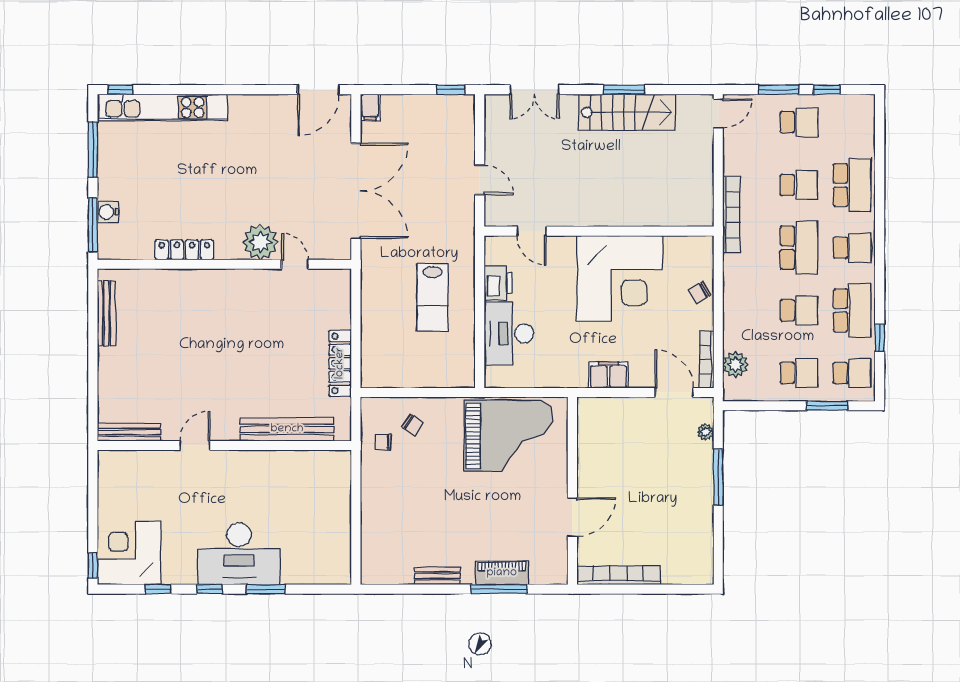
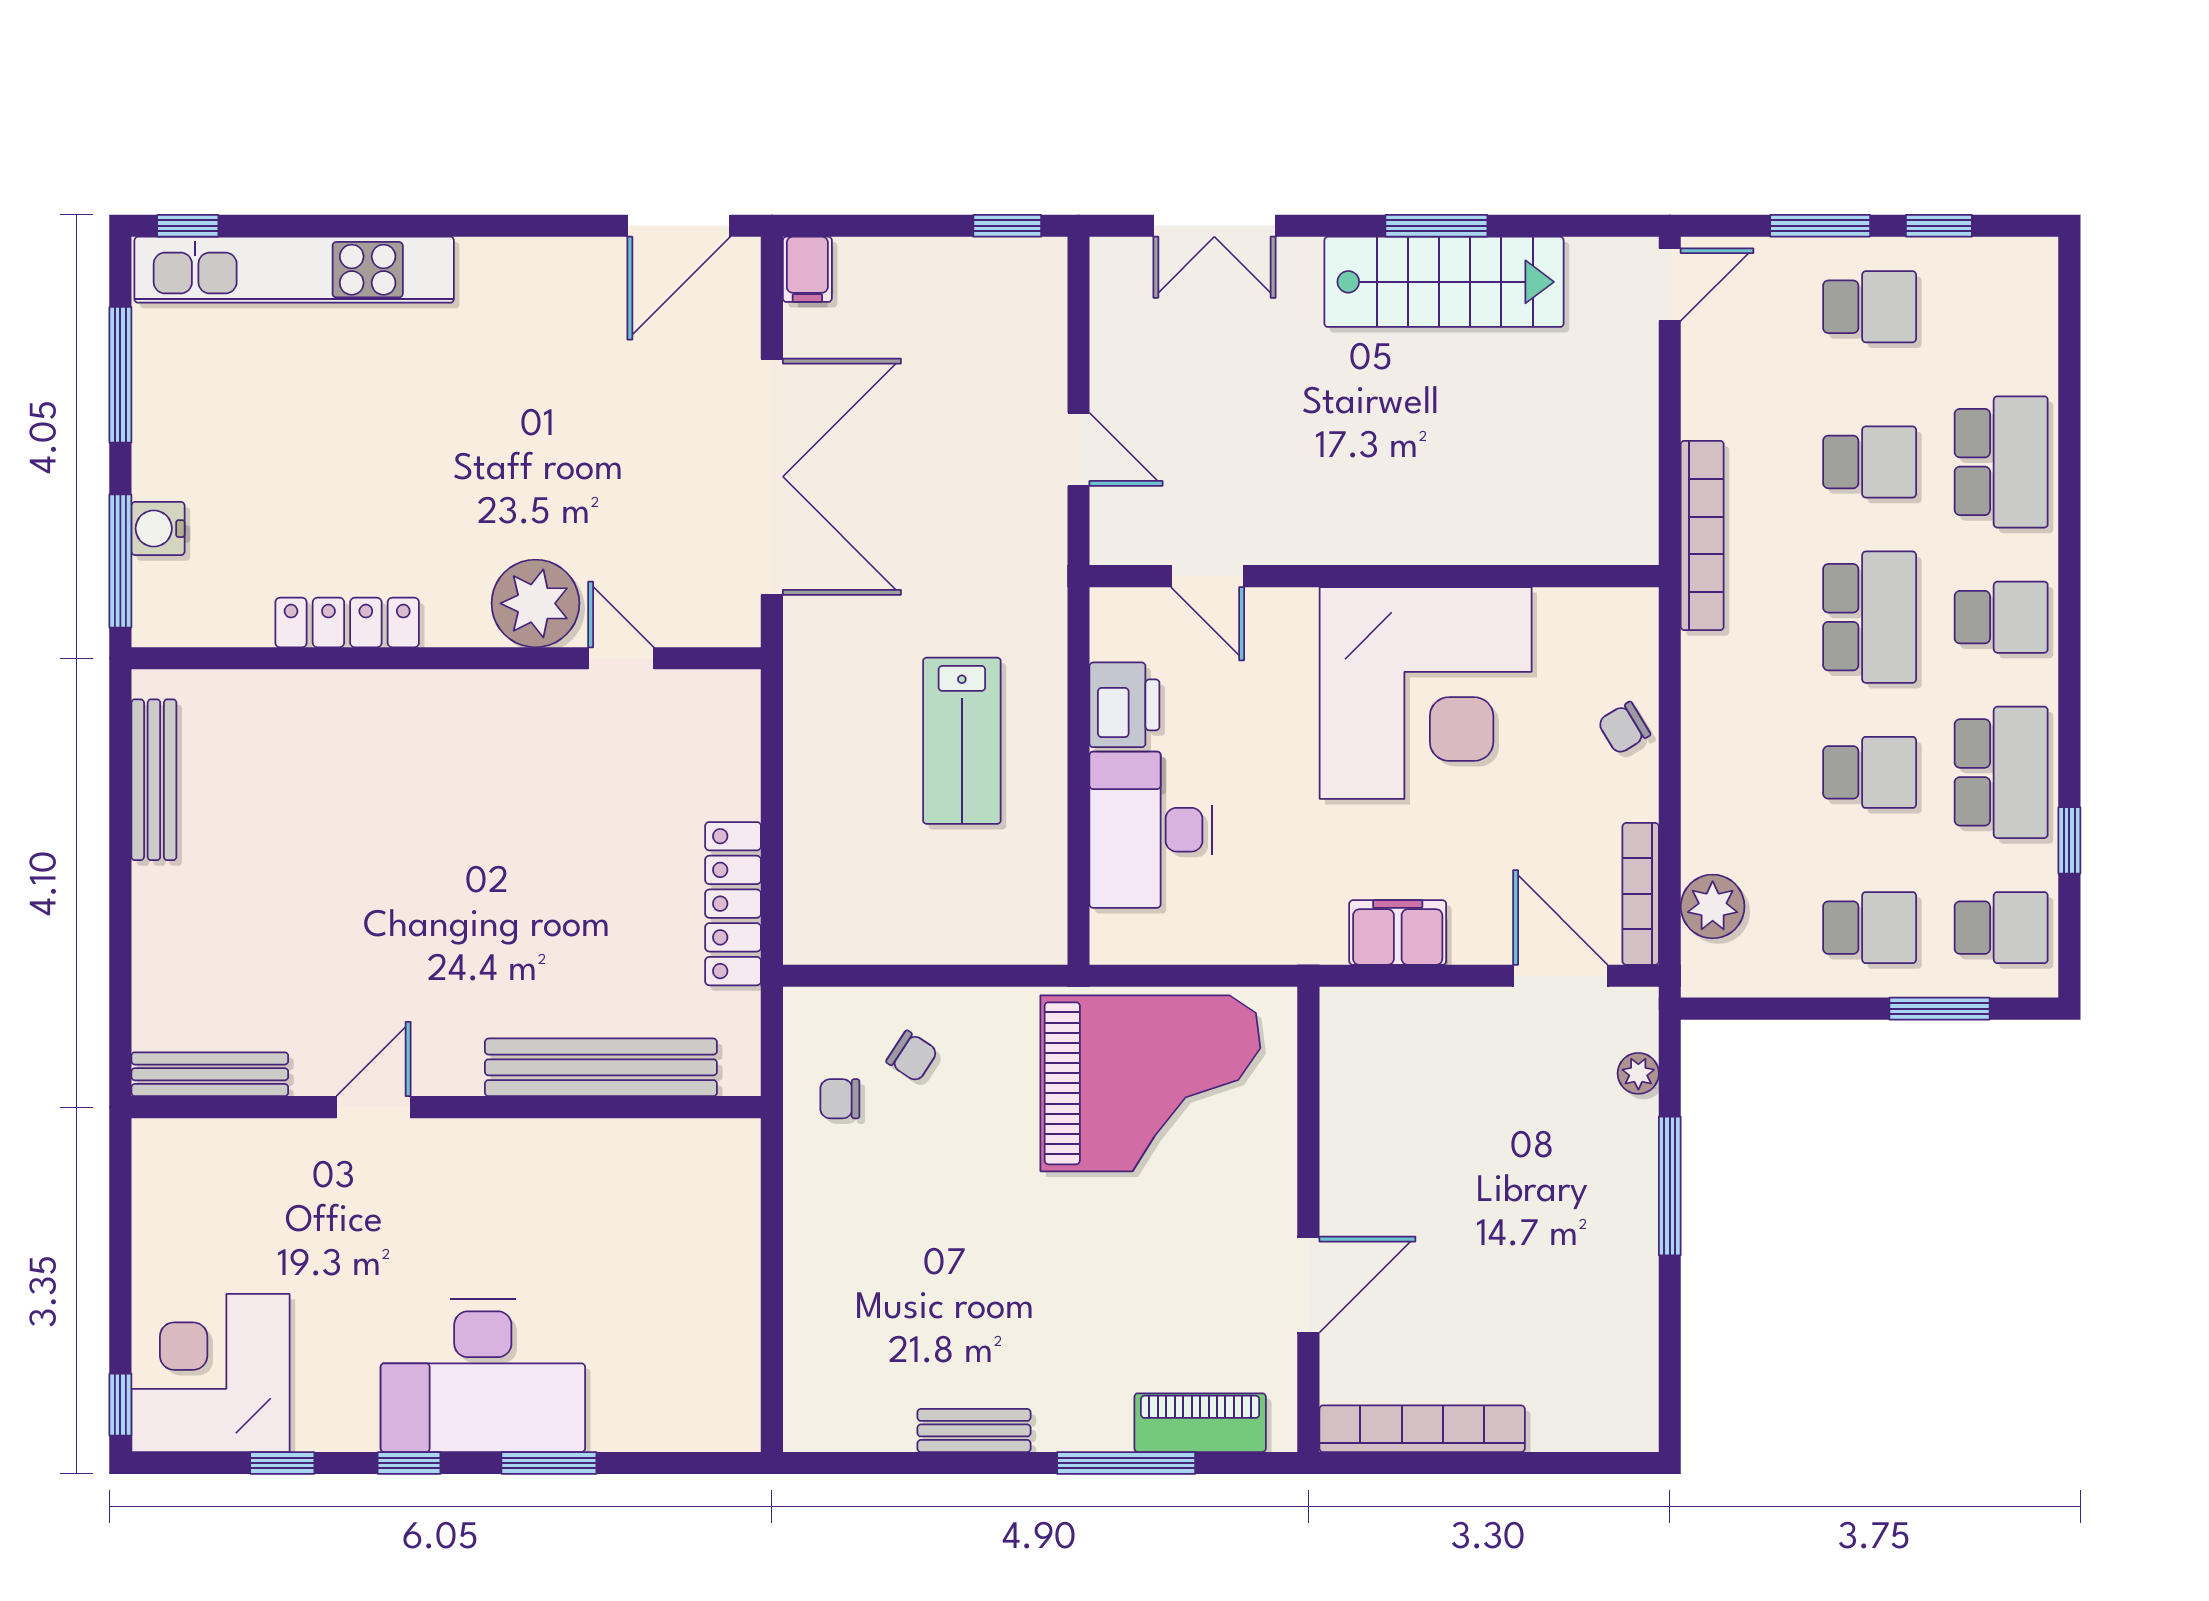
piano: (502, 573) -> (1200, 1423), moved

